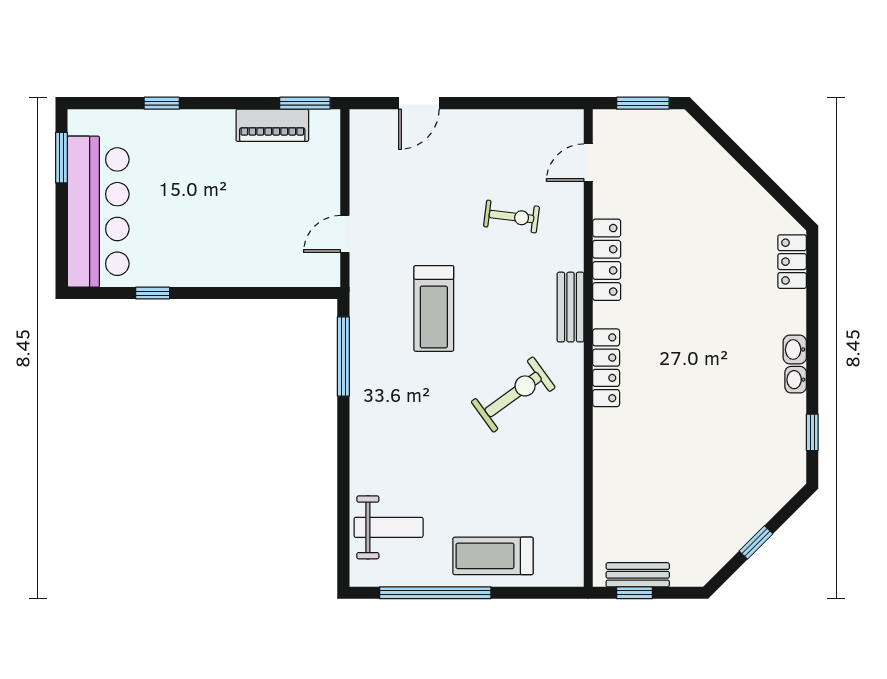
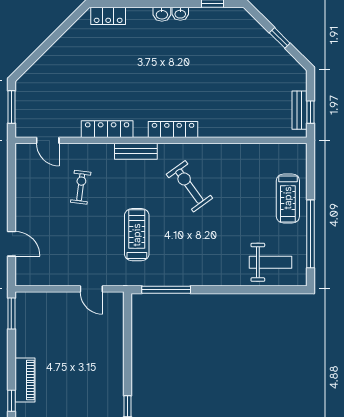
piano: (272, 125) -> (25, 380), moved
treadmill: (434, 308) -> (137, 235), turned -90
weight bench: (389, 527) -> (270, 262), turned 90

